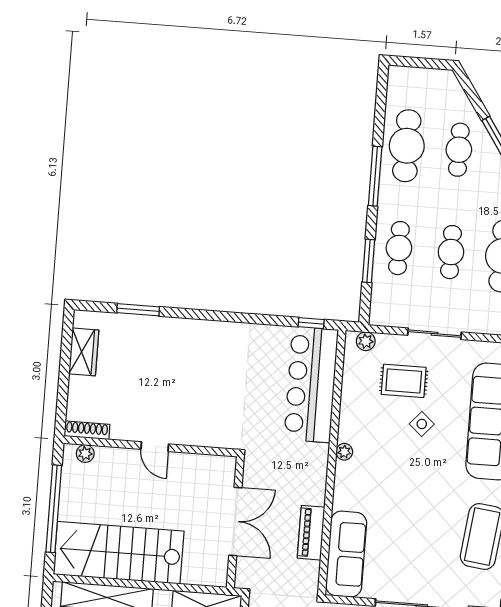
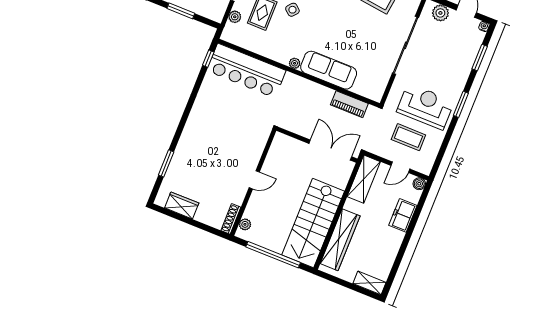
plant: (366, 341) -> (235, 17), moved
double door: (235, 521) -> (330, 150), moved
piano: (311, 533) -> (349, 104), moved
sofa: (346, 554) -> (329, 70), moved

